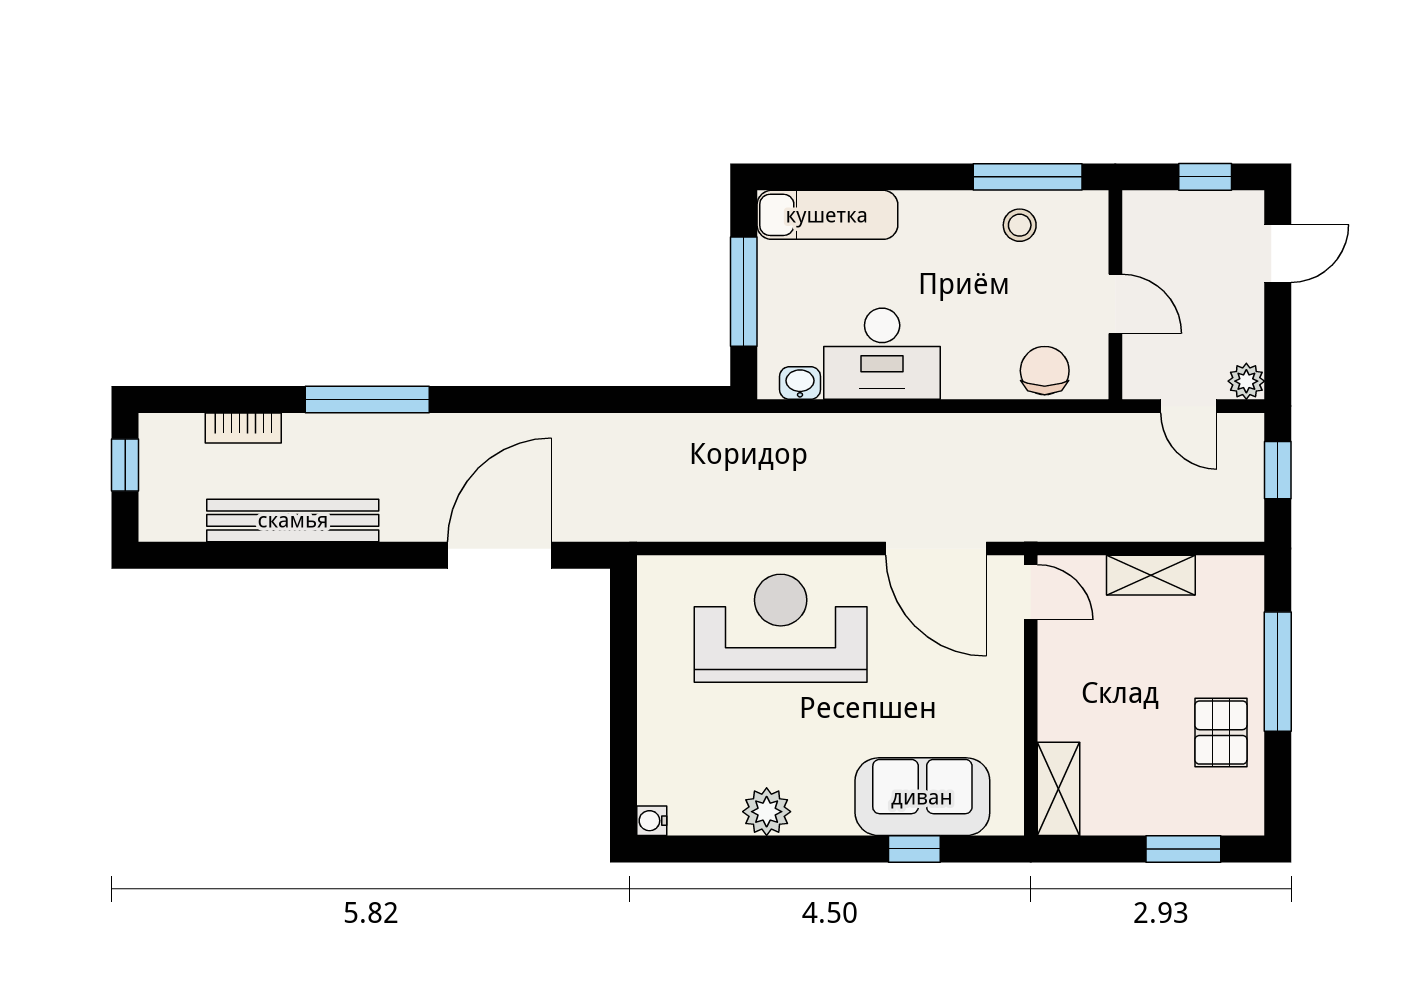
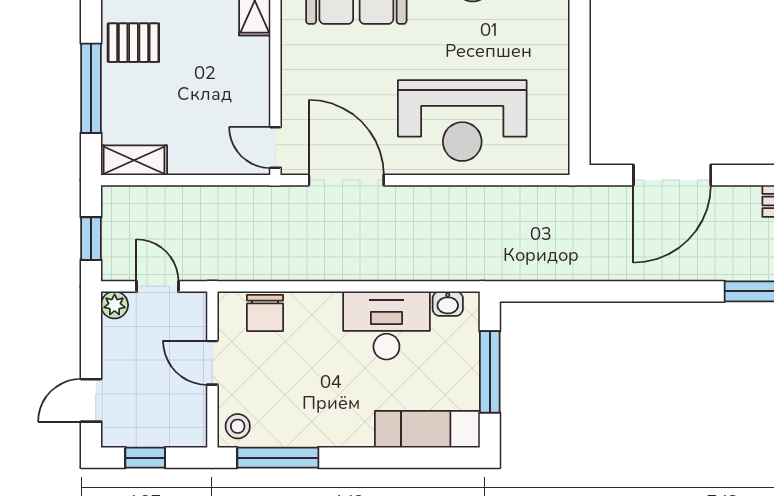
stool: (1020, 225) -> (238, 426), moved
shelving: (1151, 575) -> (134, 160), moved
pallet: (1221, 733) -> (133, 43), turned 90

